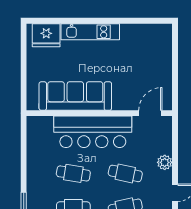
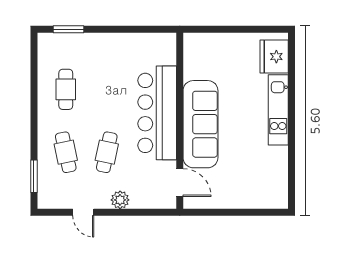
sofa: (75, 96) -> (200, 124), moved
cafe table: (73, 173) -> (107, 89), removed

